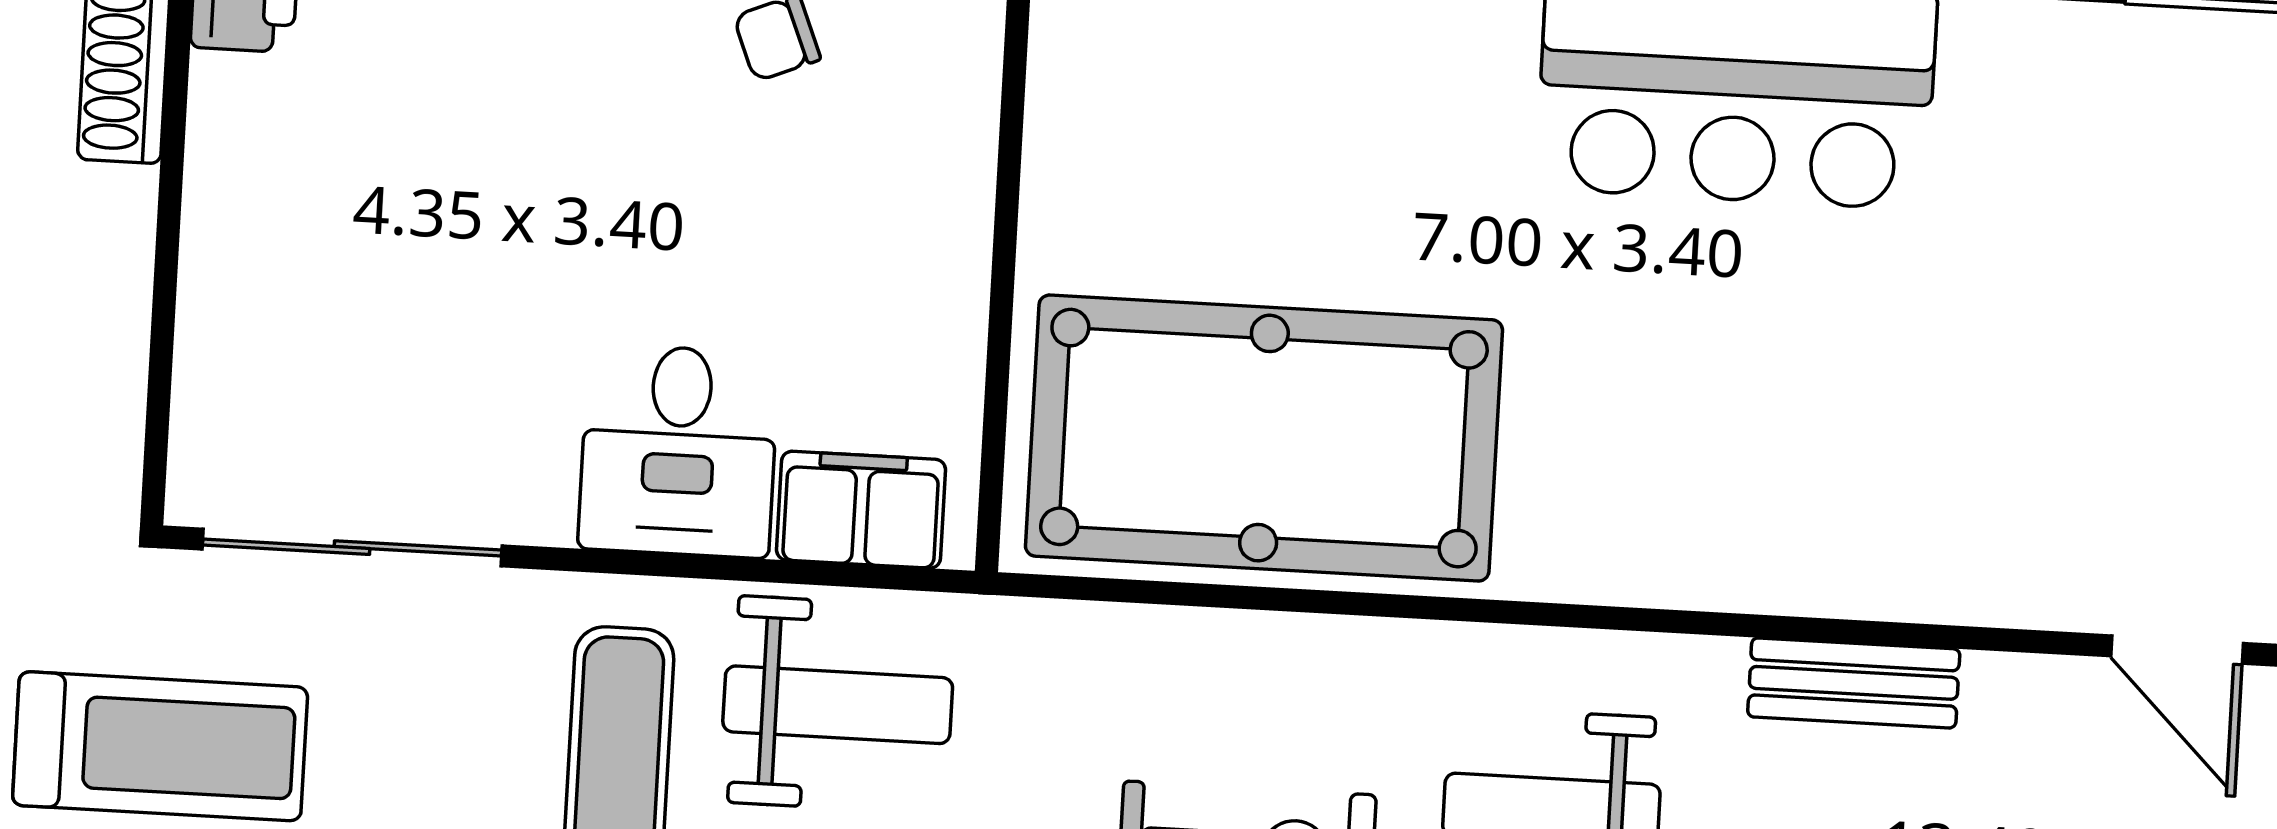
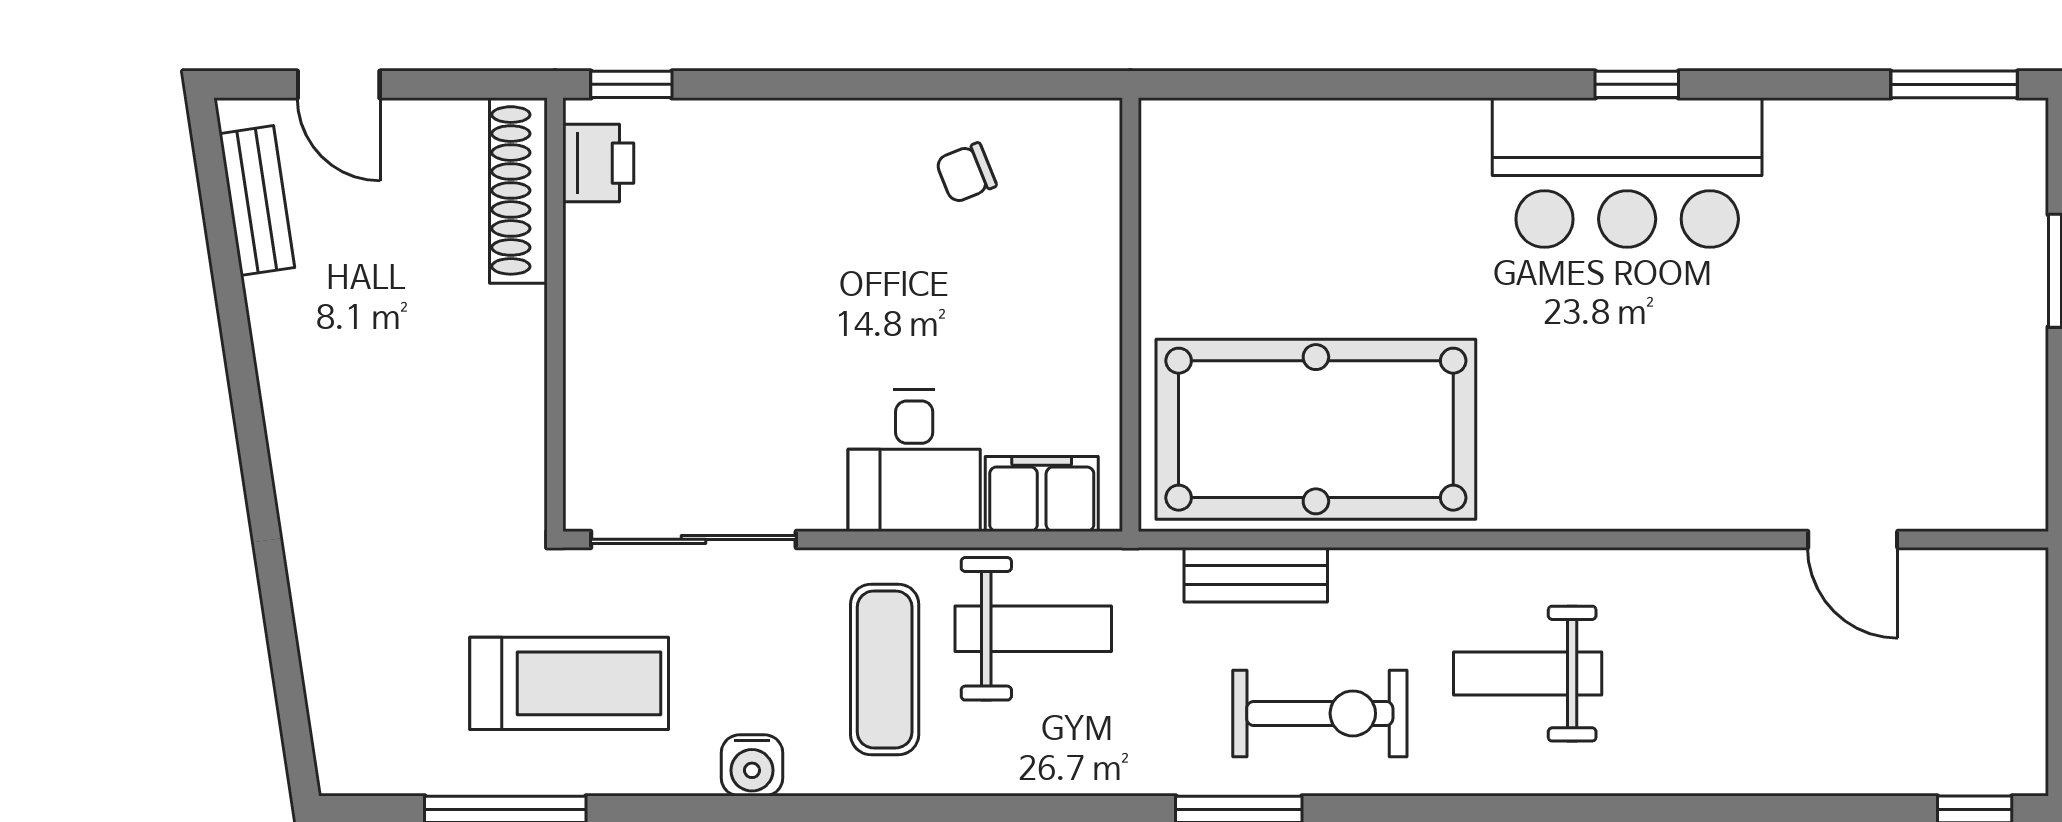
door: (2177, 650) -> (1853, 539), moved
bench: (1854, 683) -> (1256, 575), moved

